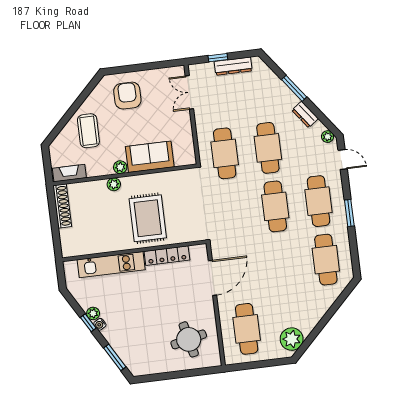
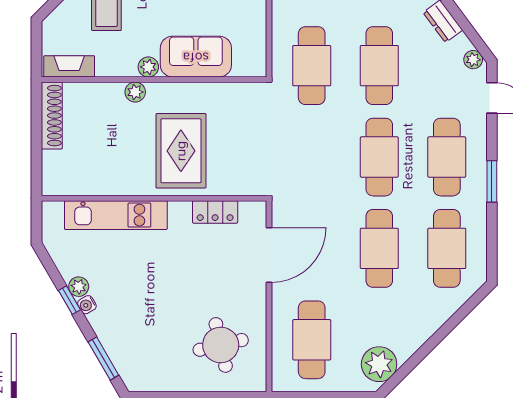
locker: (167, 256) -> (215, 212), width x0.66
cafe table: (283, 265) -> (379, 248), added

